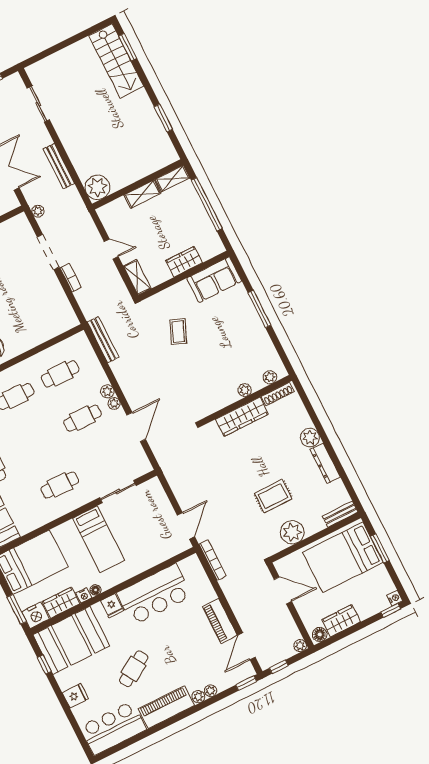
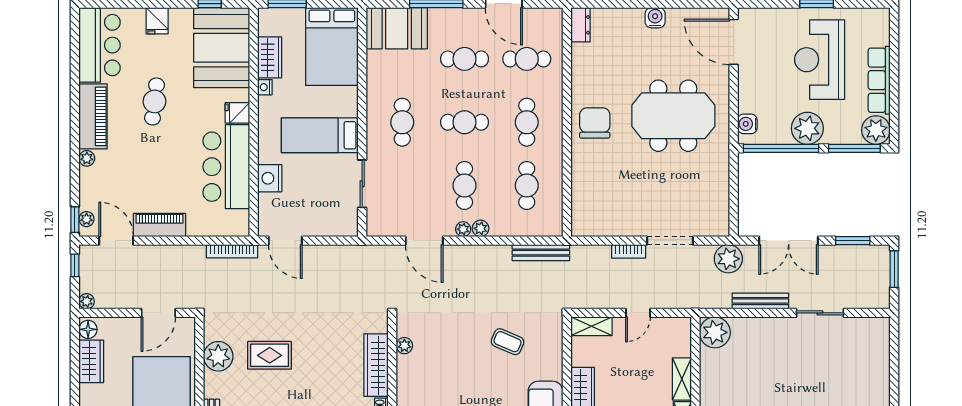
sliding door: (38, 104) -> (820, 313), moved
plant: (38, 211) -> (728, 259), width x1.88, depth x1.88
plant: (245, 390) -> (404, 346), moved
cafe table: (37, 441) -> (464, 122), added
rug: (273, 496) -> (270, 355), turned 90
floor lamp: (96, 590) -> (264, 103), removed
nightstand: (36, 615) -> (270, 178), moved
cafe table: (134, 669) -> (154, 101), turned 38
plant: (211, 691) -> (87, 219), moved

